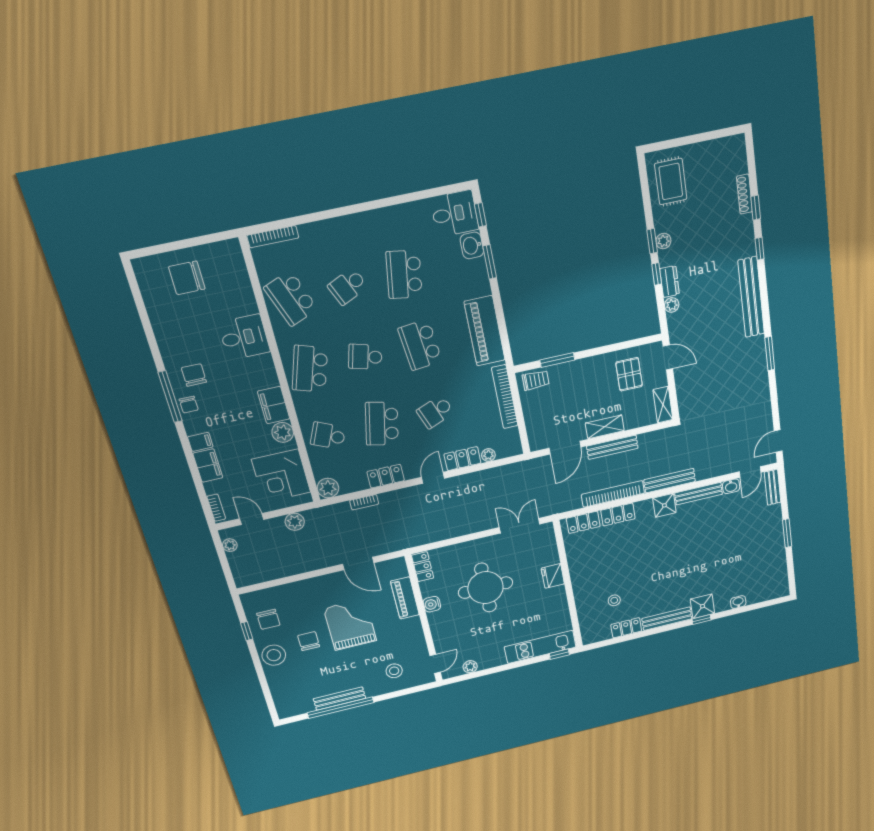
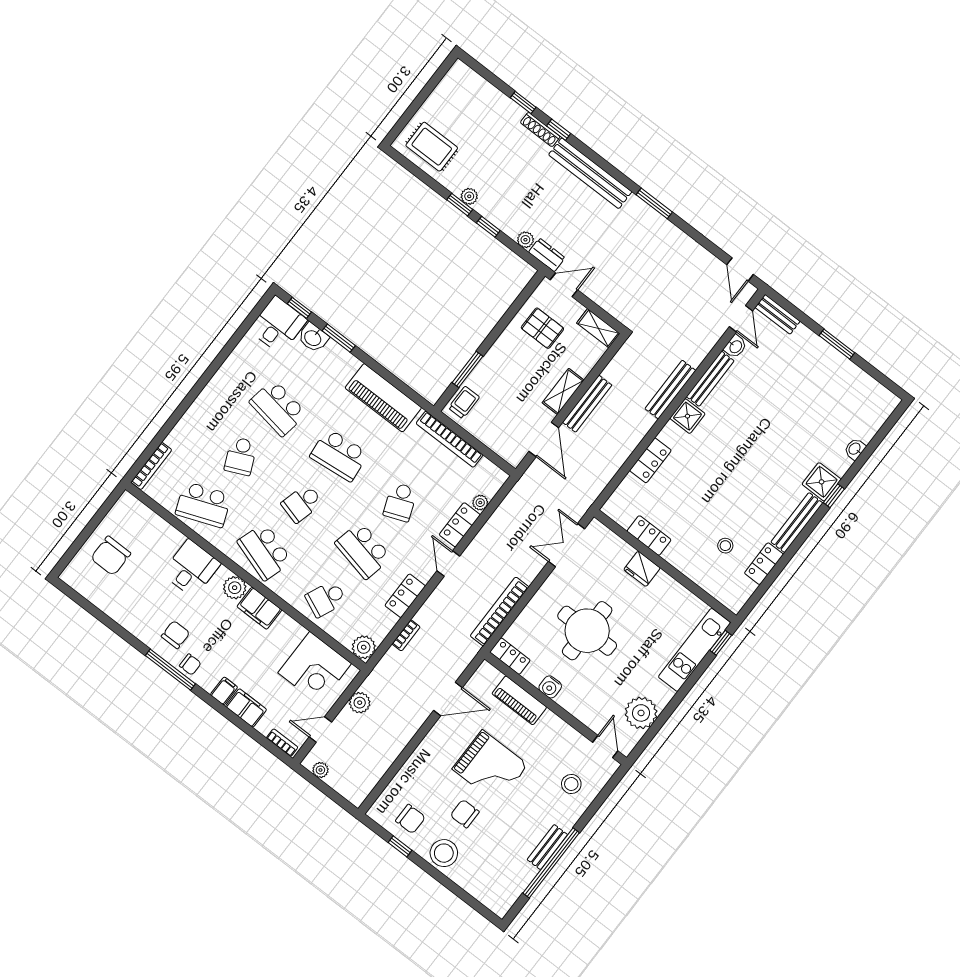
shoe rack: (744, 194) -> (540, 129), moved
dresser: (670, 282) -> (547, 255), moved
chair: (194, 375) -> (176, 635), turned 90
plant: (283, 432) -> (235, 588), moved
bookcase: (613, 494) -> (500, 611), moved
locker: (583, 522) -> (649, 535), moved, turned -90
grand piano: (350, 625) -> (490, 767), turned 180
plant: (470, 667) -> (641, 713), width x1.88, depth x1.88
bench: (340, 698) -> (547, 847), width x0.73

